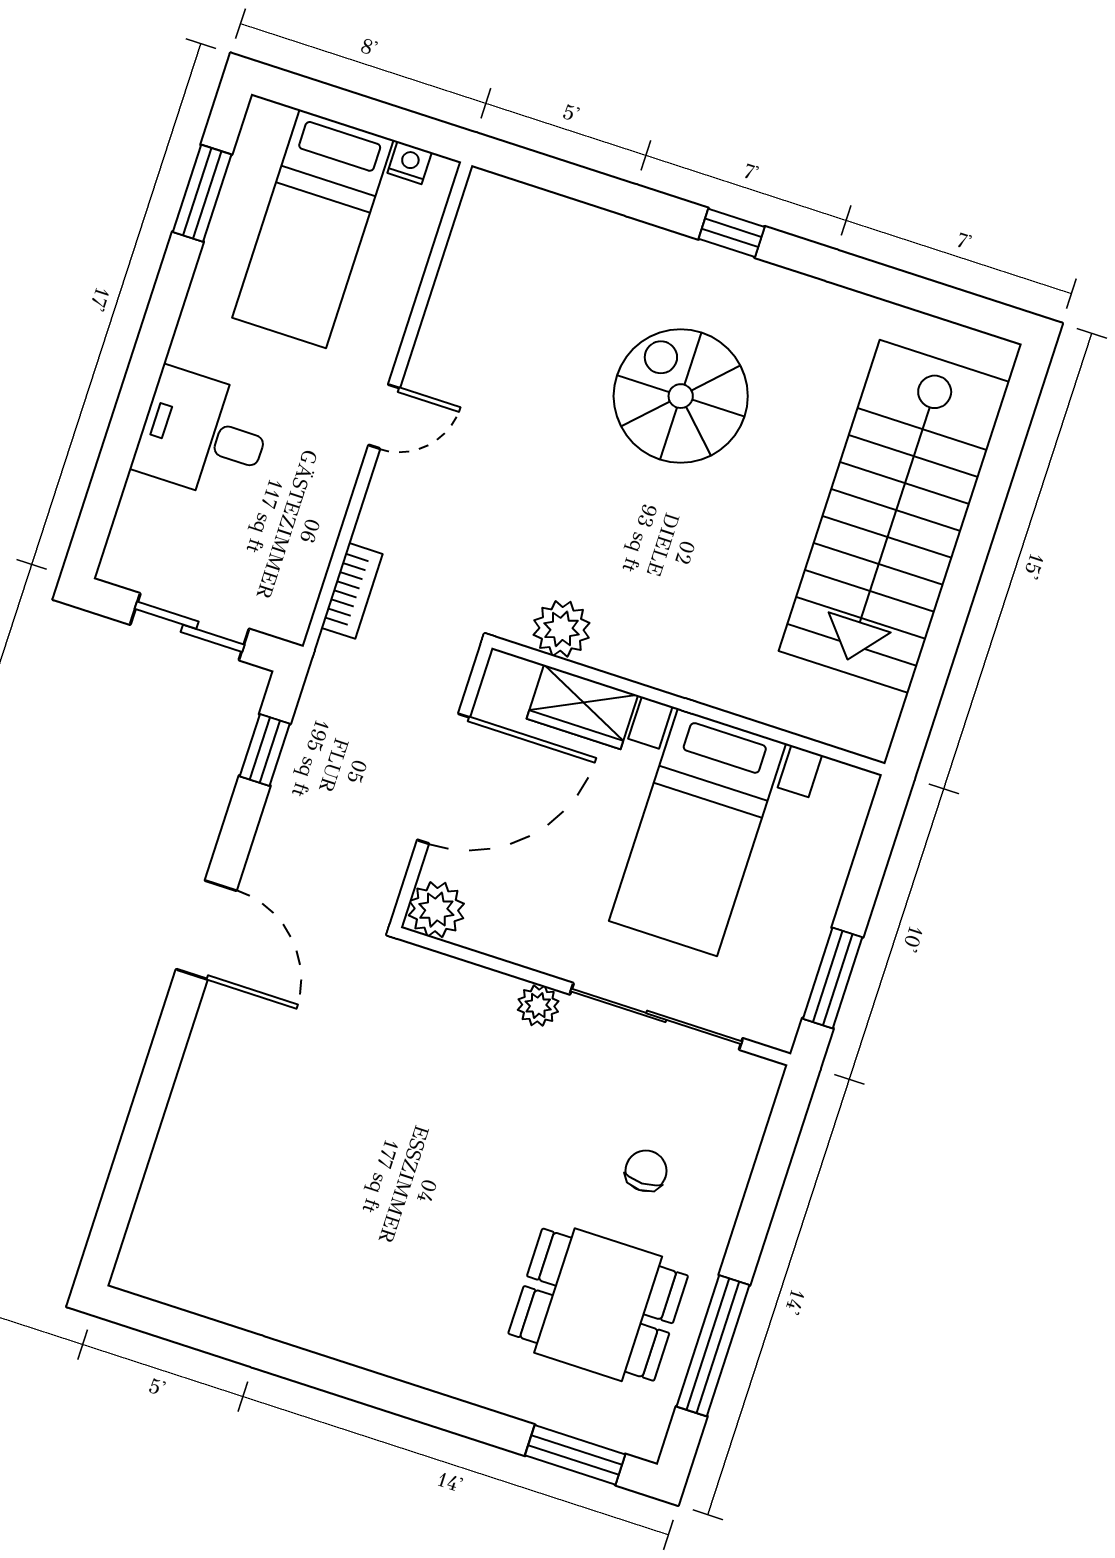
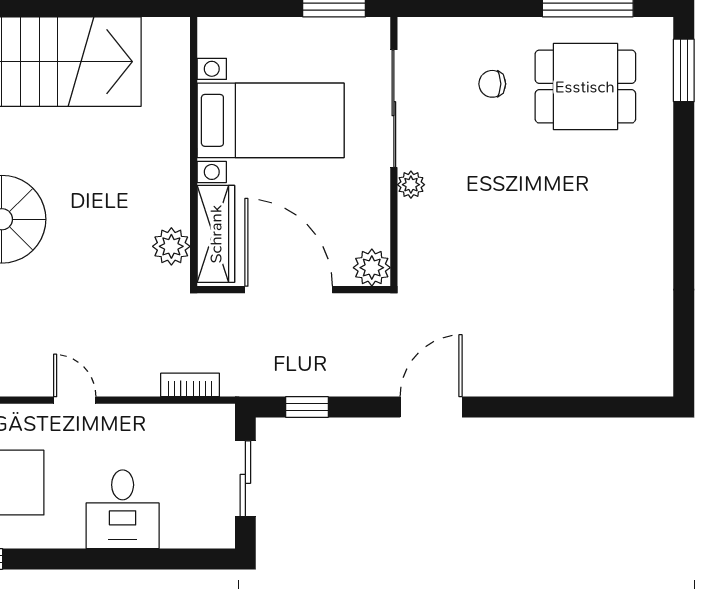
wardrobe: (582, 707) -> (216, 234), width x1.50
dining table: (598, 1305) -> (585, 87), turned 90

